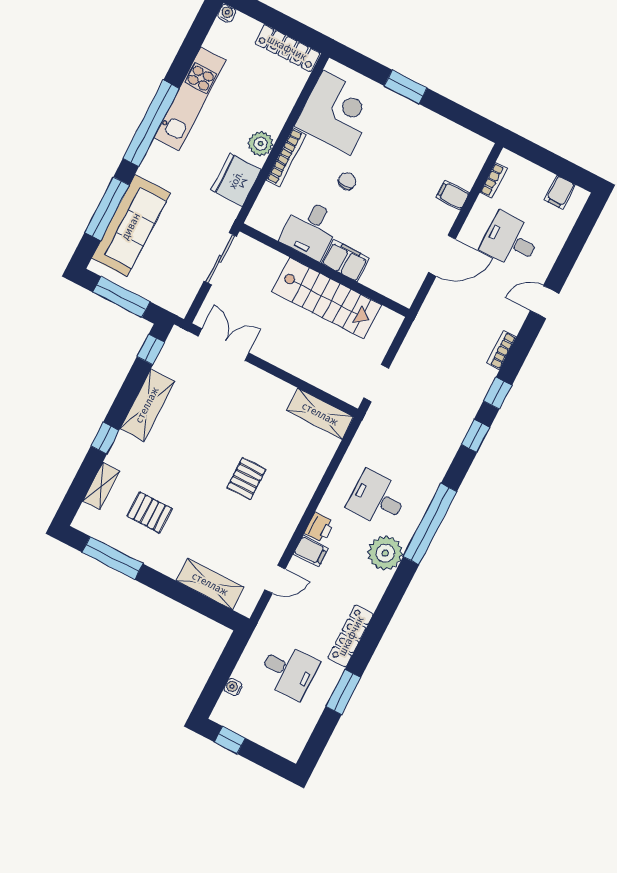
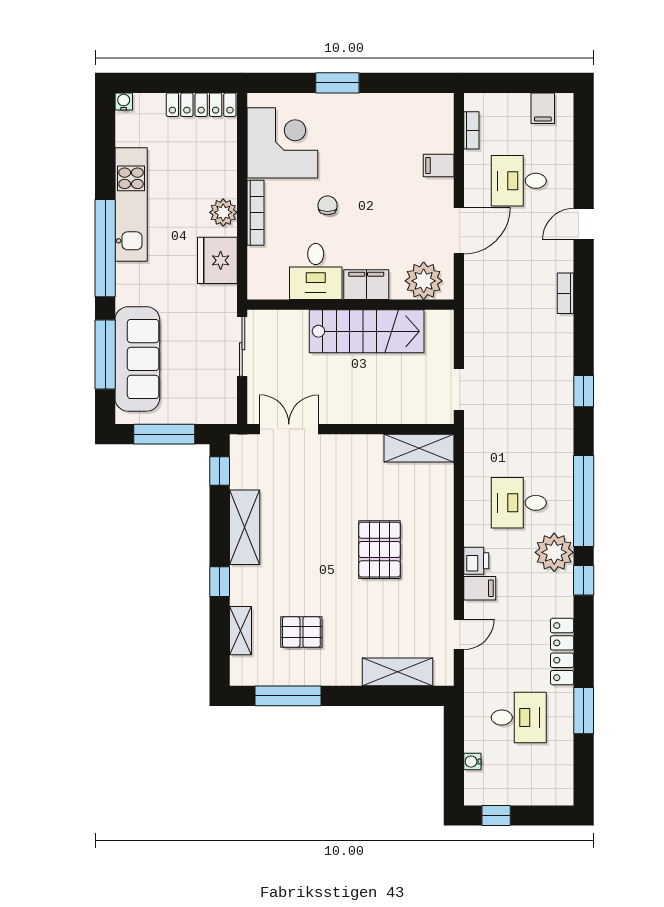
plant: (393, 281) -> (424, 281), added
window: (498, 393) -> (584, 580), moved
pallet: (246, 479) -> (380, 550), width x1.50, depth x1.42

